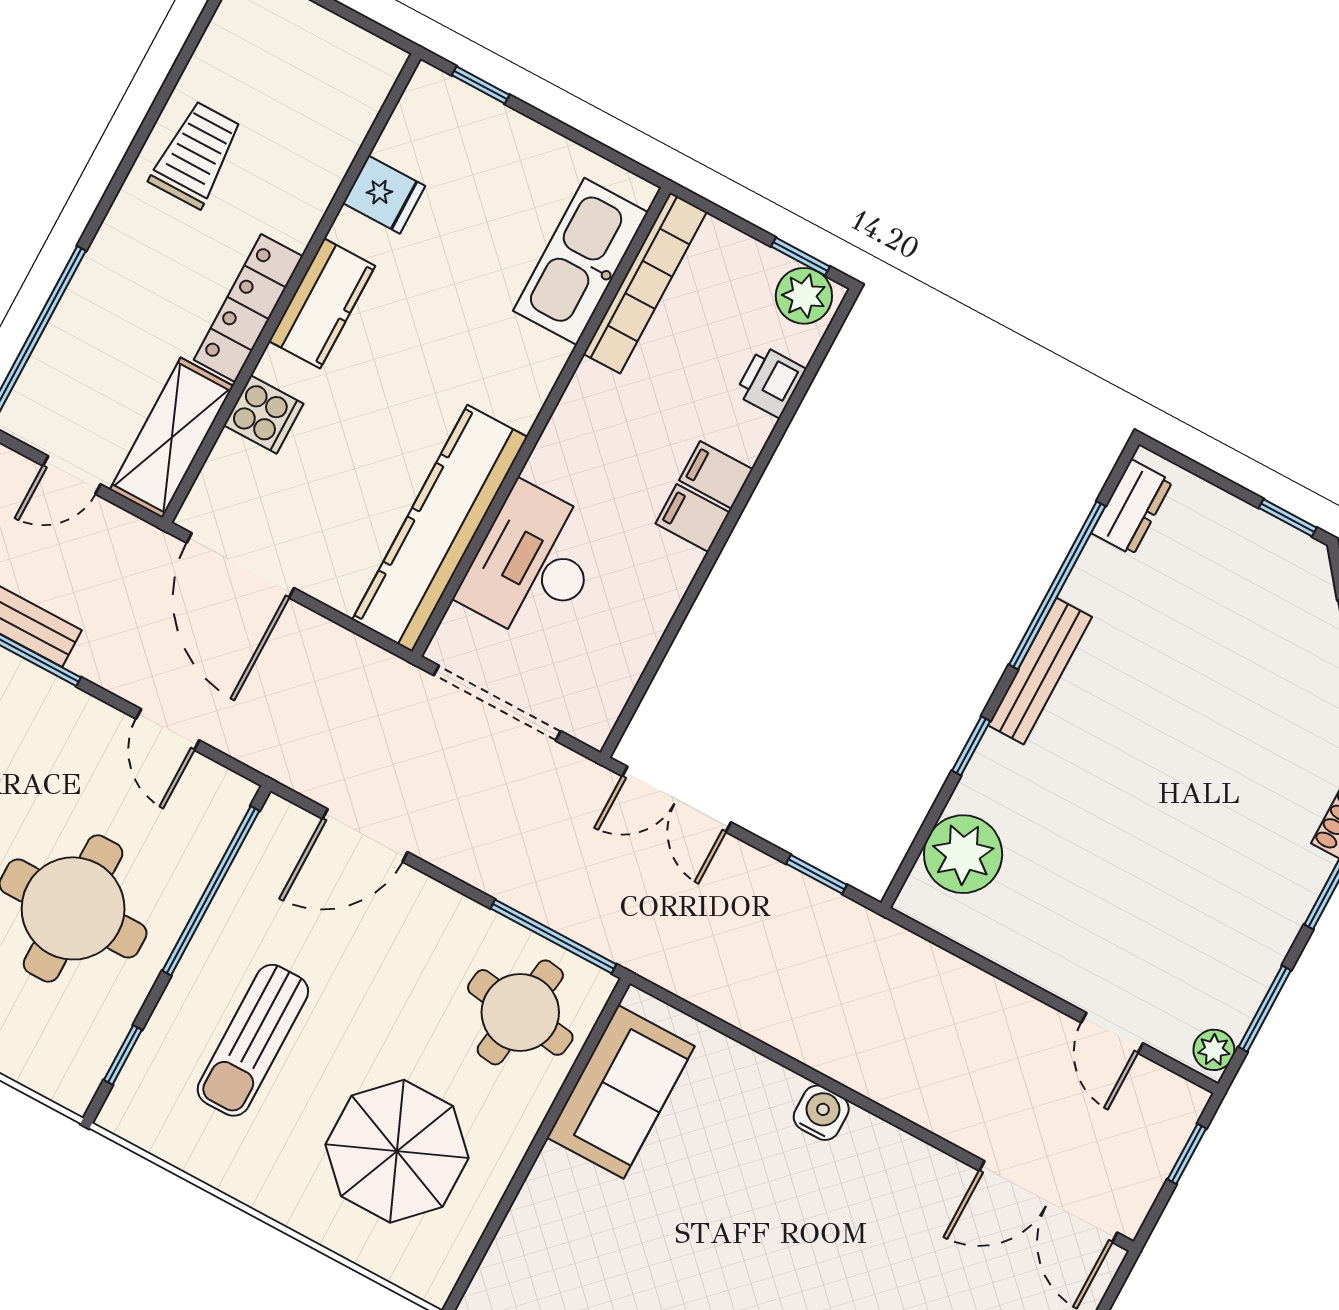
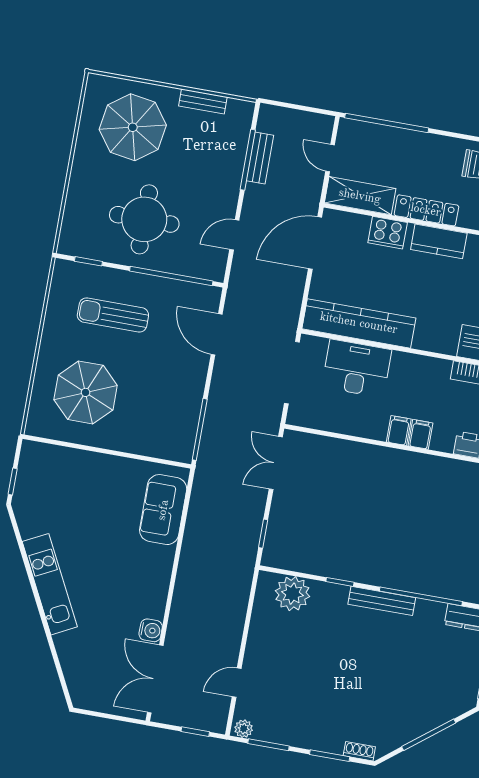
cooker: (264, 414) -> (388, 233), width x1.36
round table: (520, 1012) -> (162, 426), removed
sofa: (621, 1092) -> (163, 510), moved, turned 90
water cooler: (821, 1113) -> (151, 630), moved

